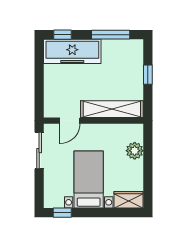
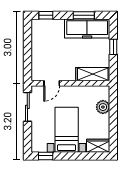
window: (111, 35) -> (84, 15), width x0.69
freezer: (72, 51) -> (87, 28), moved
shelving: (112, 109) -> (93, 74), width x0.68

